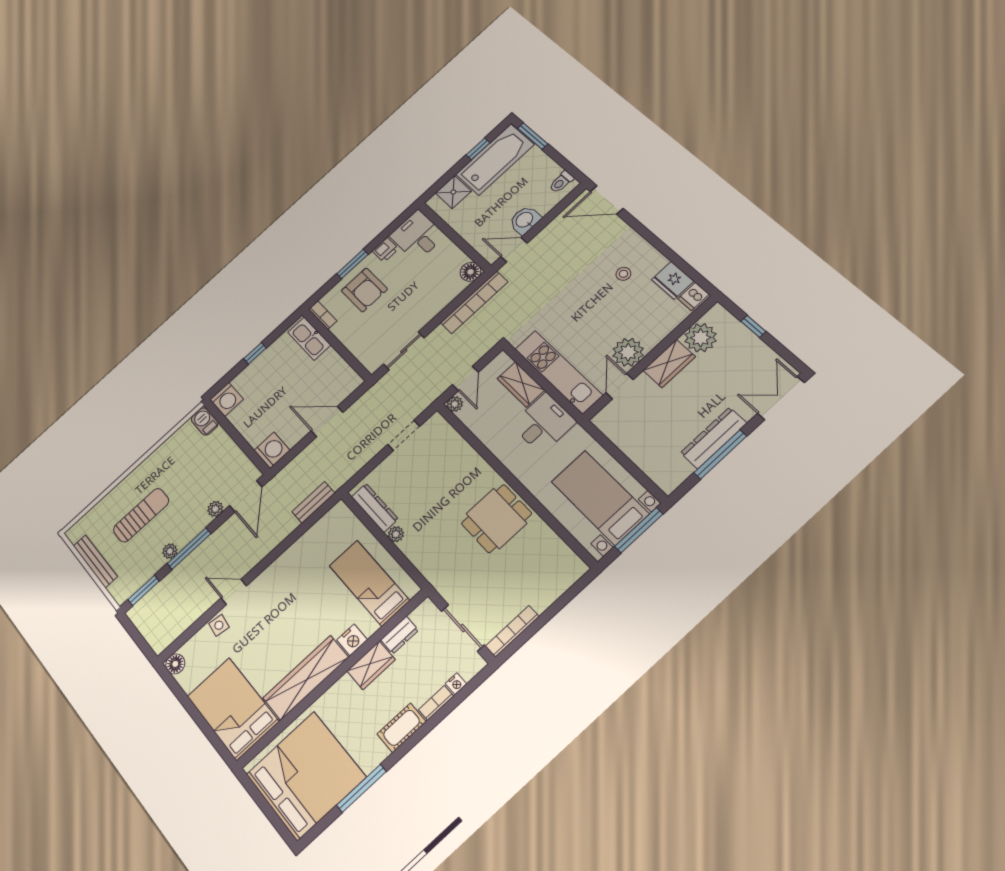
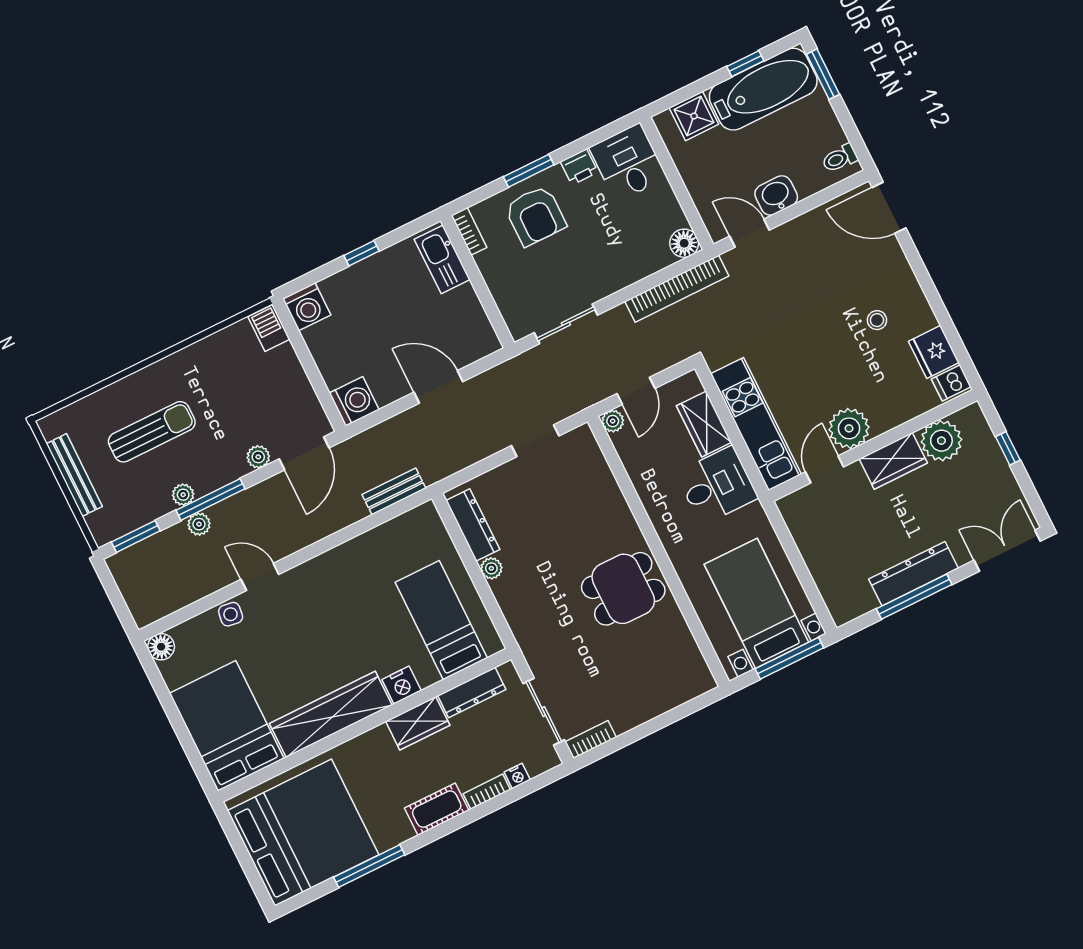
plant: (185, 568) -> (199, 524), added
bookcase: (512, 631) -> (591, 740), width x0.64
dresser: (400, 635) -> (472, 693), width x1.44

